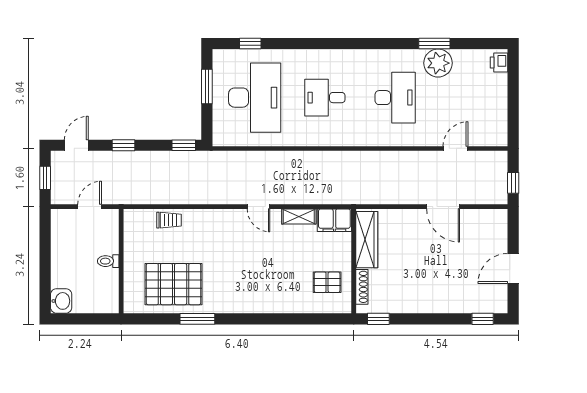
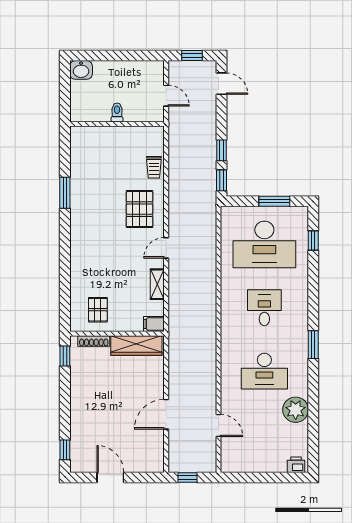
window: (434, 43) -> (313, 345), moved
window: (123, 145) -> (221, 150), moved
filing cabinet: (334, 220) -> (154, 324), width x0.50
pallet: (174, 284) -> (140, 209), moved, width x0.73, depth x0.71

